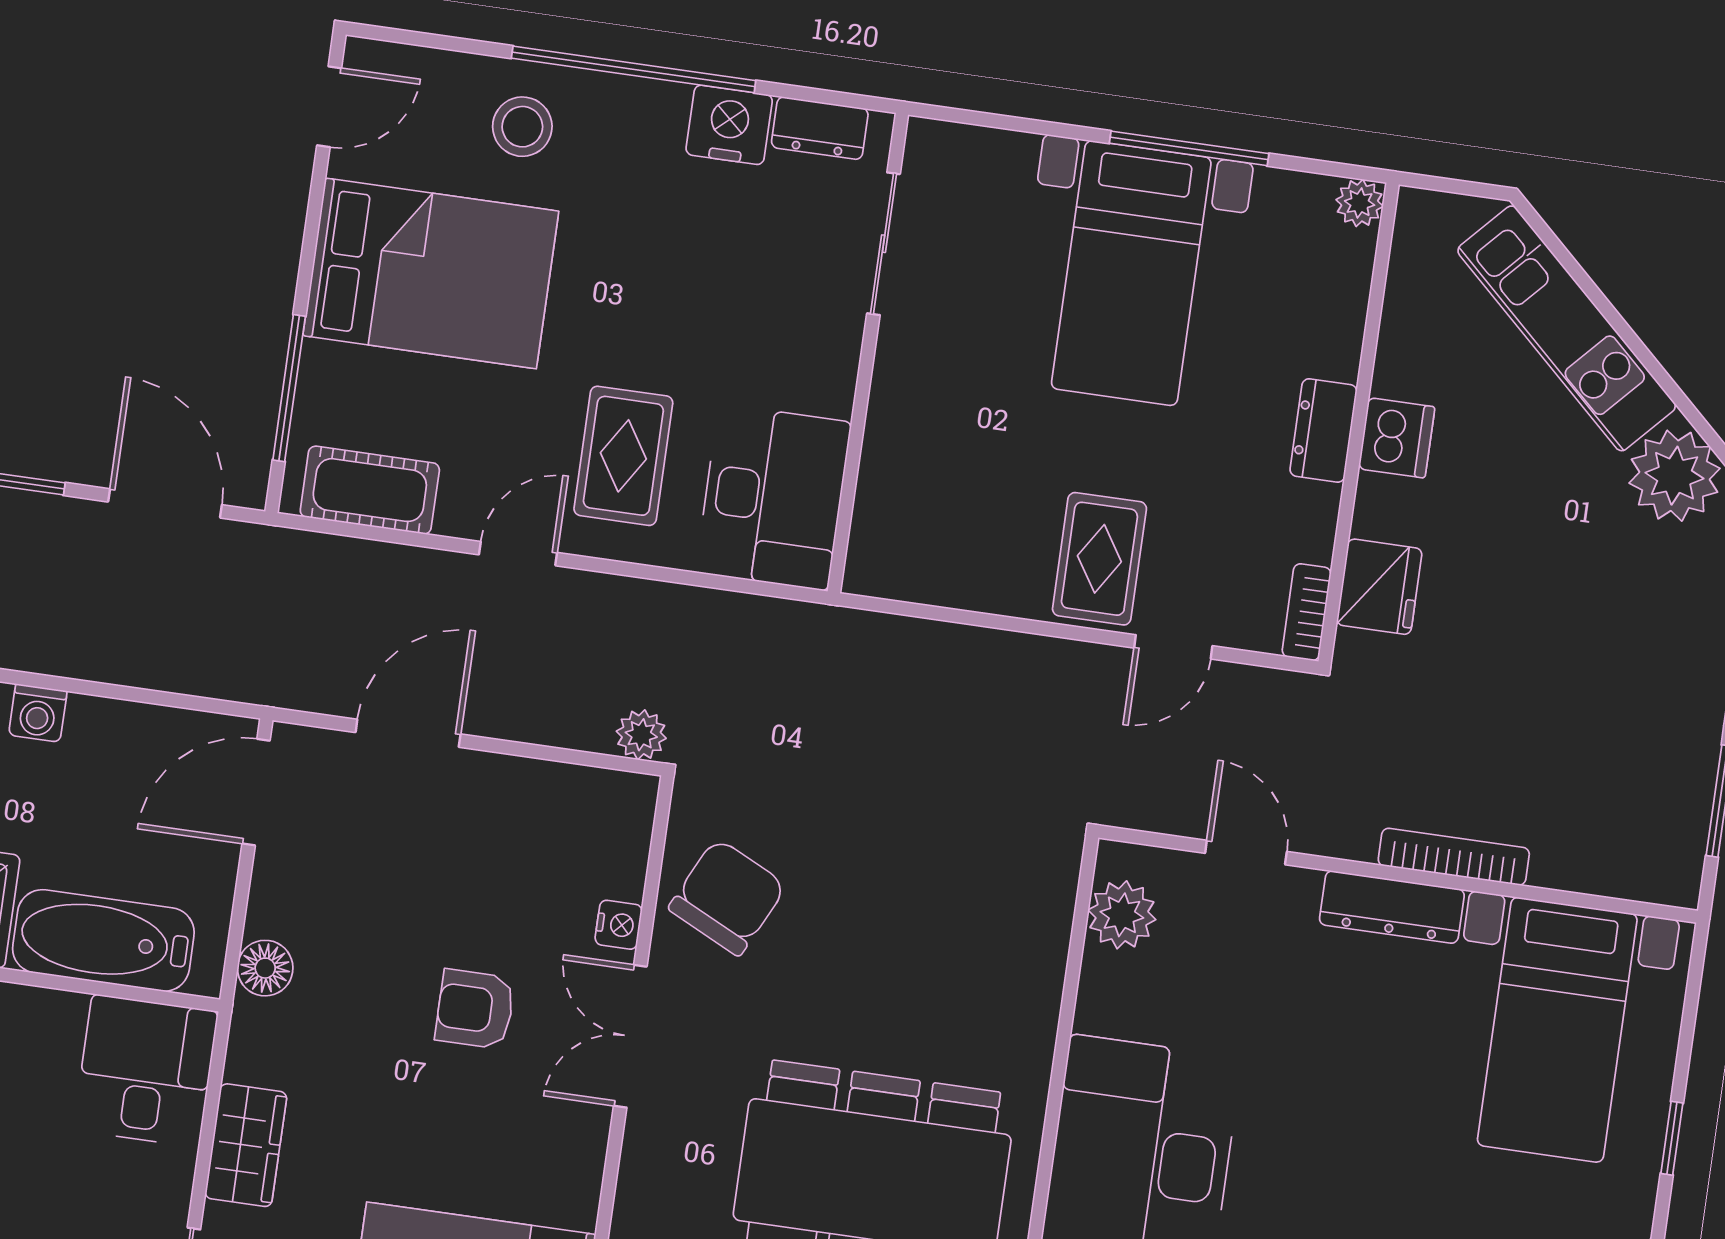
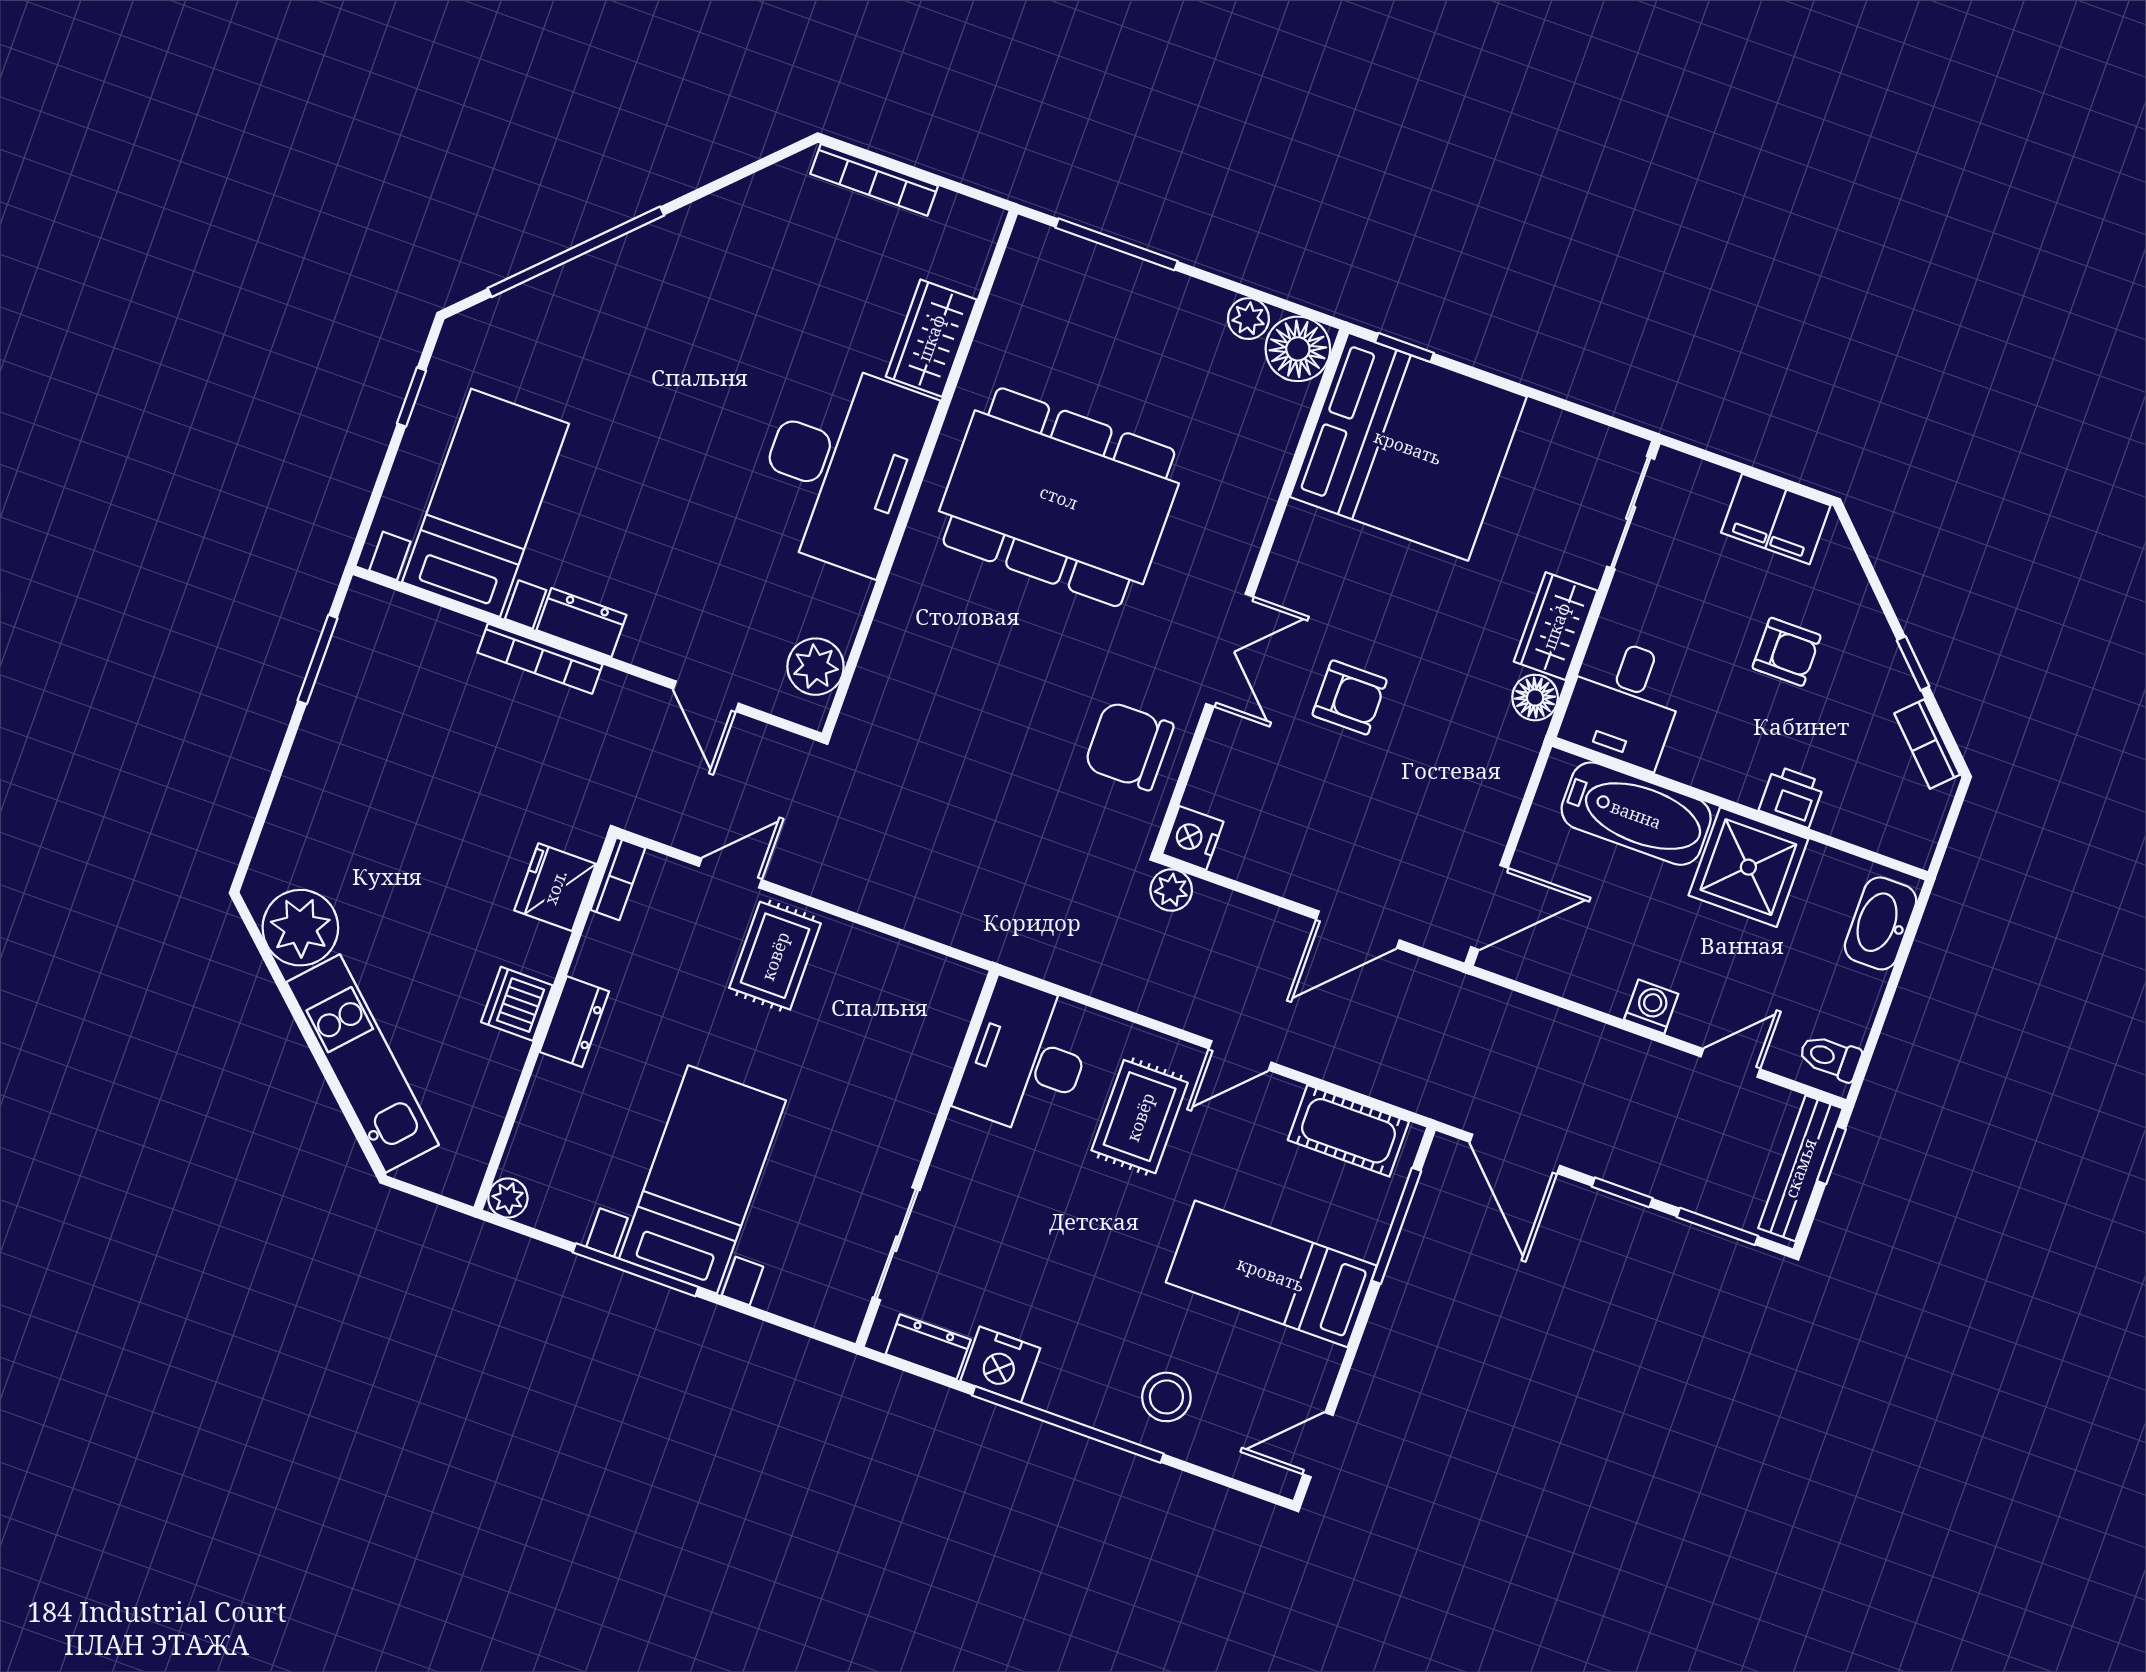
bed: (431, 273) -> (1271, 1274), width x0.67
chair: (727, 897) -> (1129, 746), turned 64
dresser: (1392, 907) -> (581, 622), width x0.70
nightstand: (619, 925) -> (1193, 838), moved, width x1.39, depth x1.35
floor lamp: (265, 968) -> (1535, 698), moved

